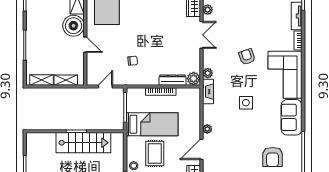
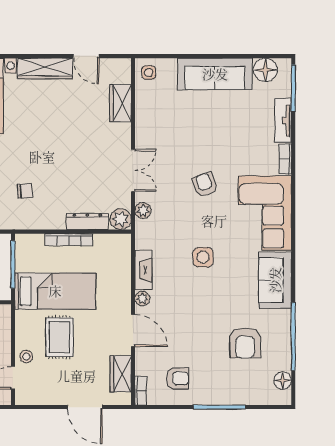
plant: (208, 10) -> (143, 111), removed
double door: (201, 35) -> (133, 170), moved
fireplace: (208, 92) -> (143, 270), moved
door: (201, 149) -> (133, 331), swing flipped

